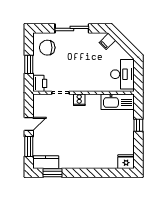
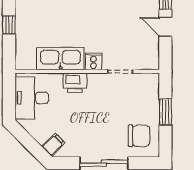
printer: (40, 83) -> (75, 83), moved, turned -90
kitchen sink: (118, 102) -> (60, 59), moved
door: (29, 124) -> (165, 27), hinge flipped

